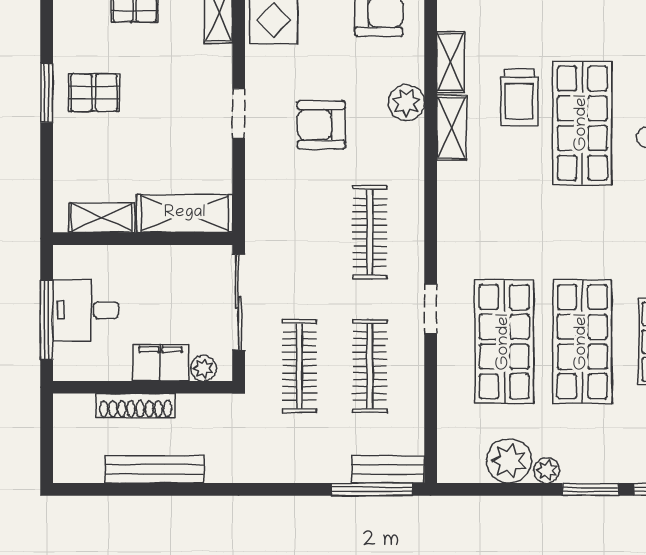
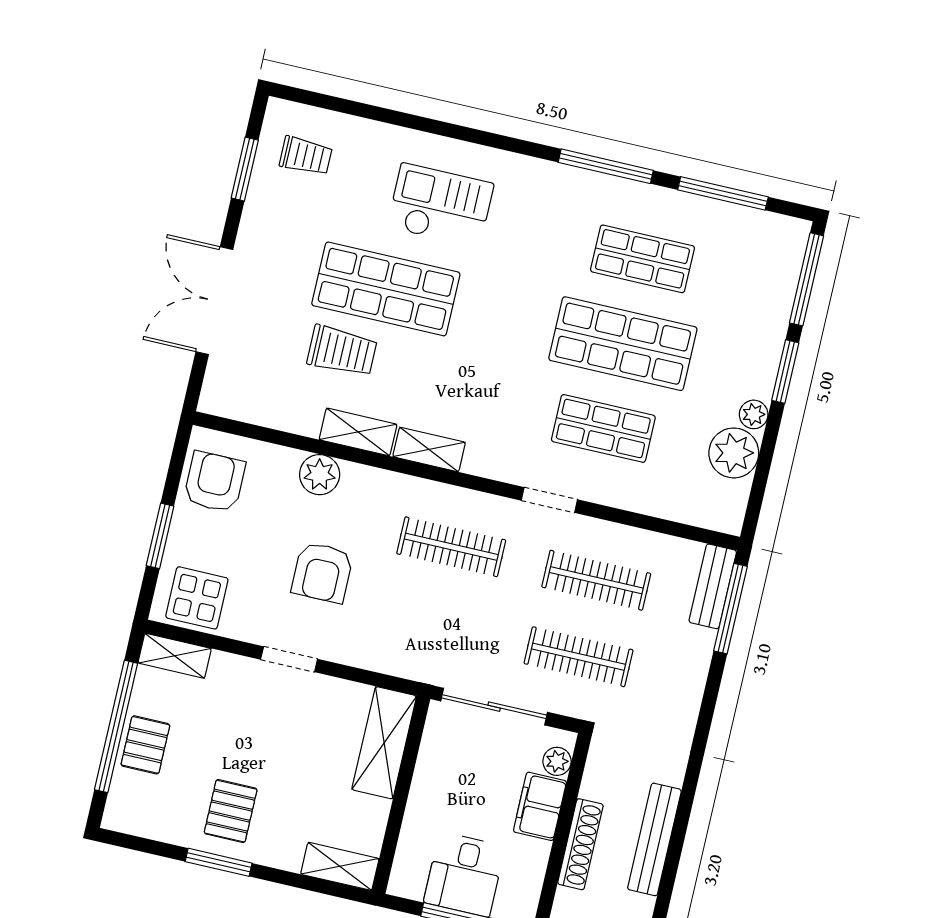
shelving: (450, 62) -> (429, 449), moved
shelving: (102, 218) -> (340, 866), moved, turned 90
shop shelf: (504, 342) -> (603, 428), width x0.70, depth x0.74

